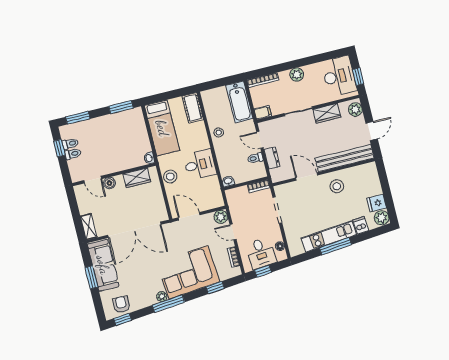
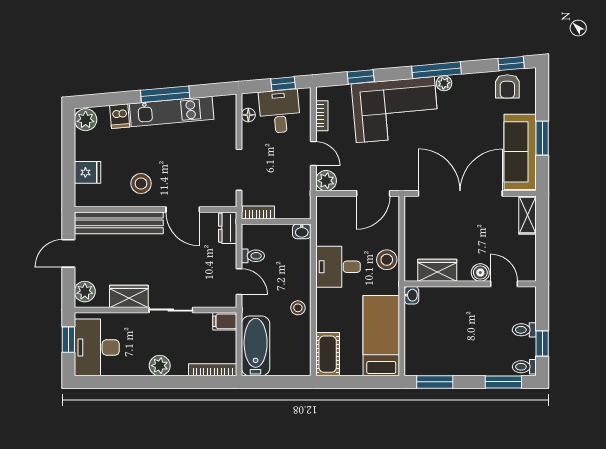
toilet: (70, 144) -> (524, 367), moved
dresser: (272, 158) -> (228, 228), moved
fridge: (377, 203) -> (88, 172), moved
door: (189, 216) -> (373, 193), hinge flipped

